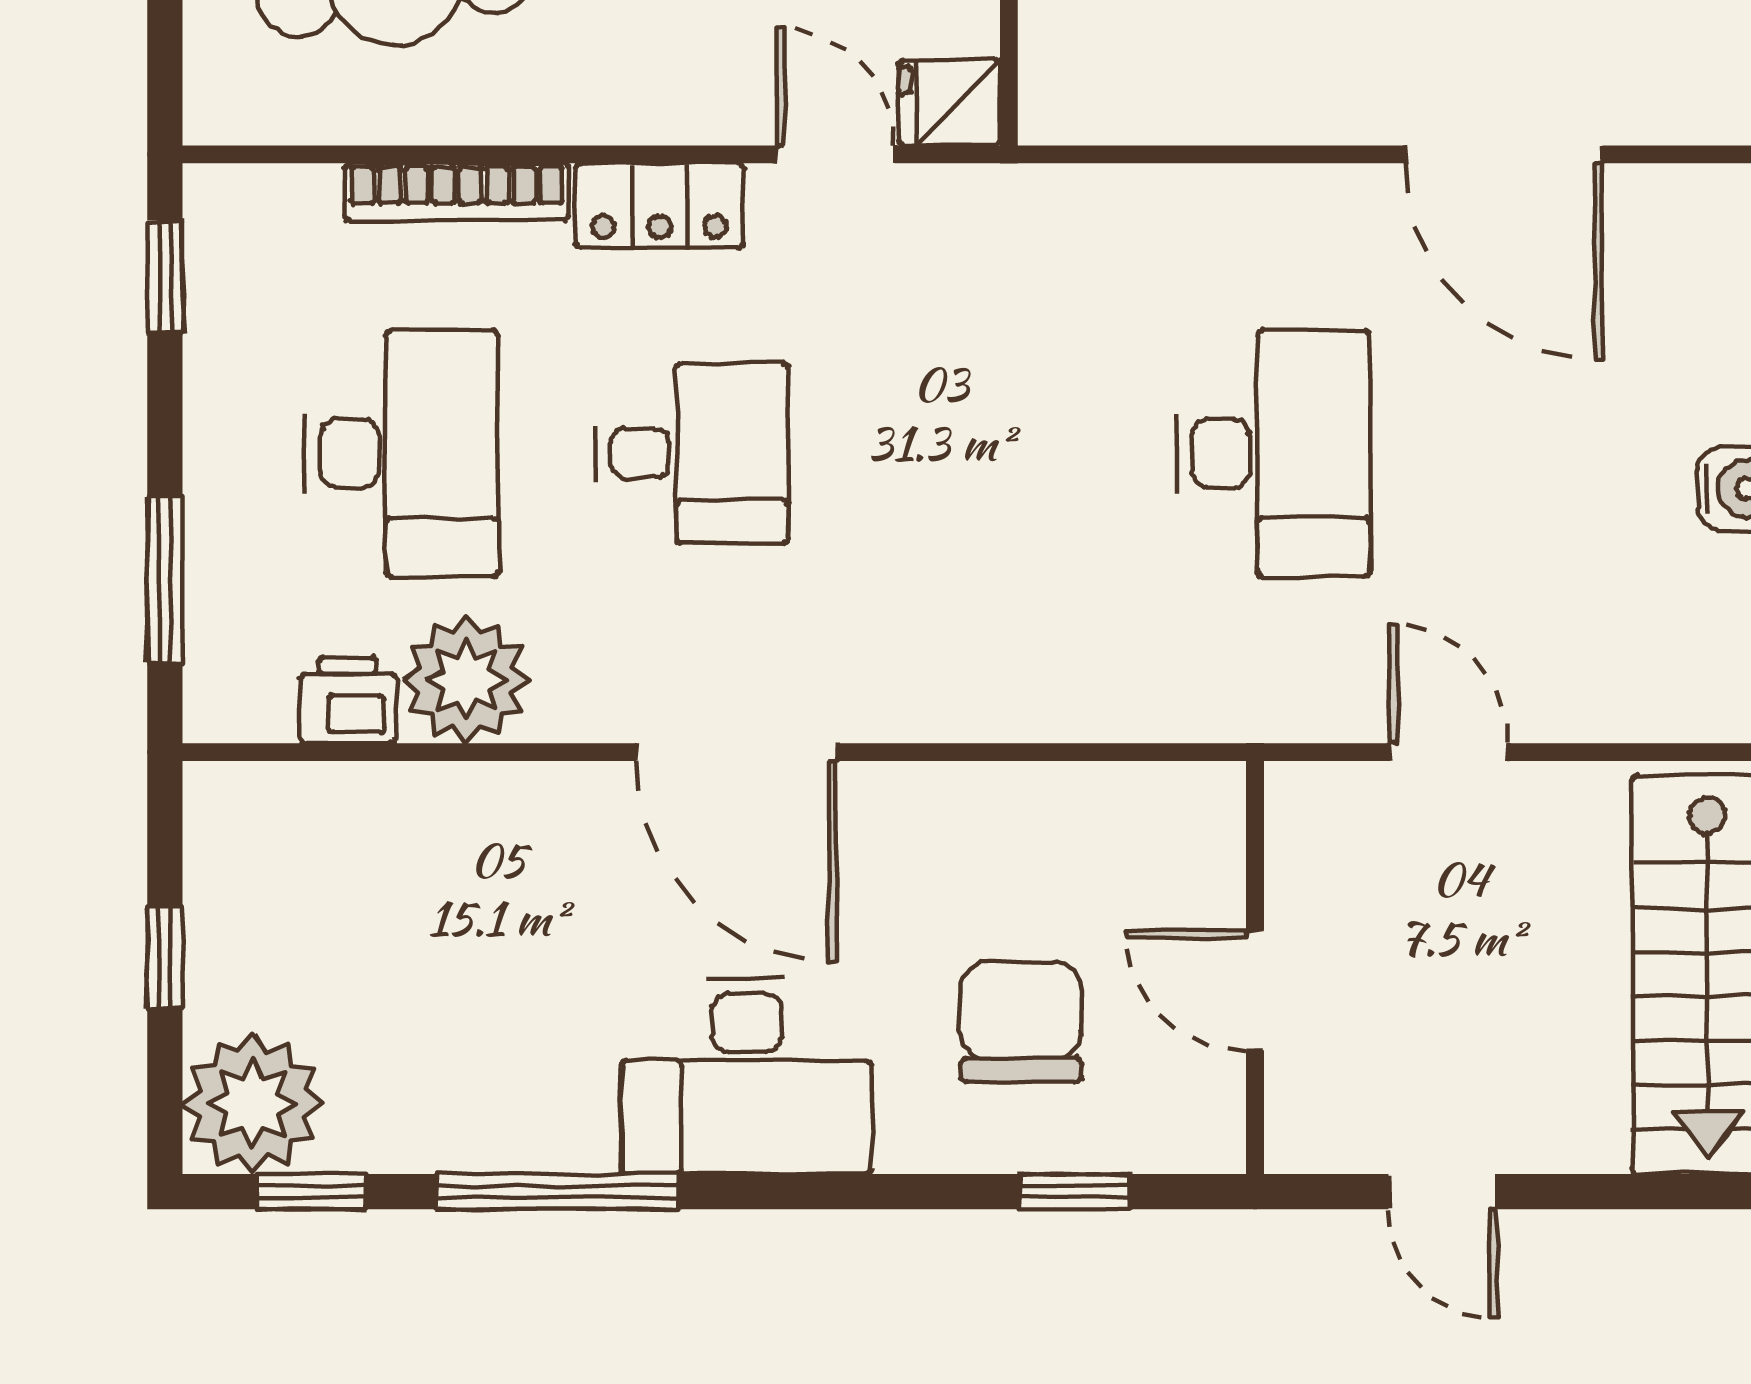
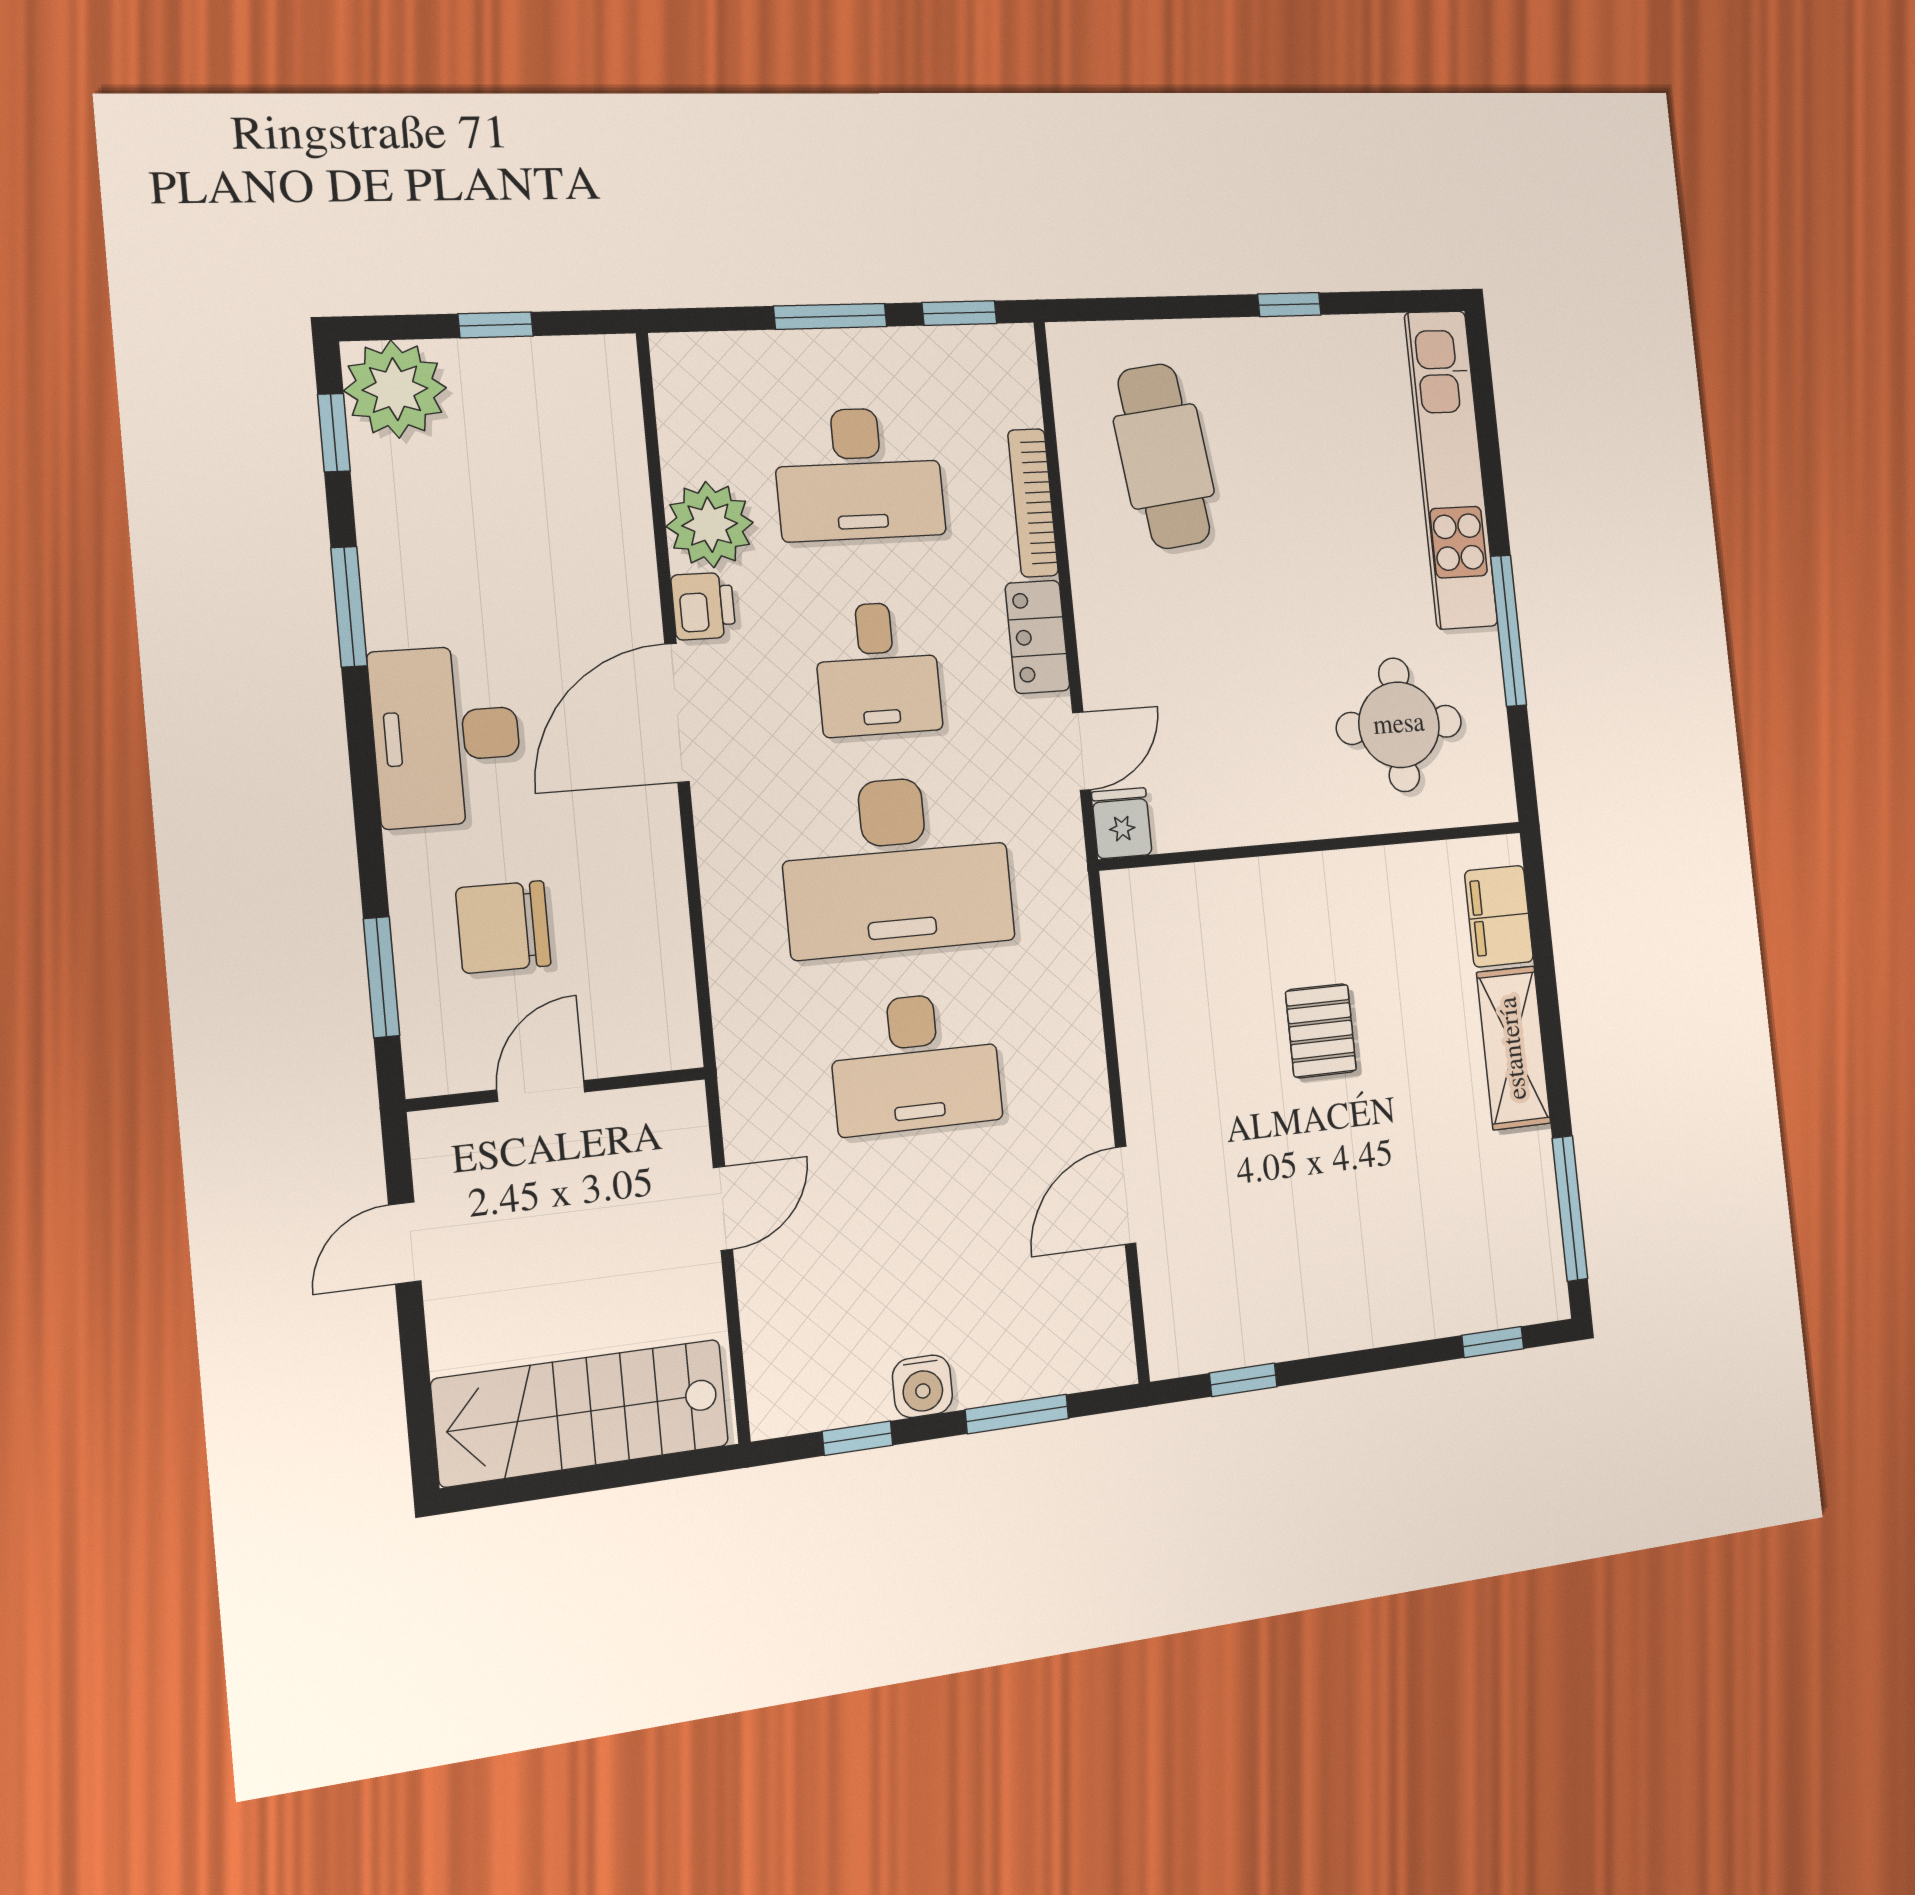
door: (1504, 154) -> (1126, 1195), width x0.73
desk: (982, 453) -> (896, 865), added
window: (165, 581) -> (830, 316), moved
printer: (348, 700) -> (703, 606), moved
chair: (1021, 1022) -> (503, 927), turned 180
window: (557, 1192) -> (349, 607), width x0.69
window: (1075, 1192) -> (381, 977), width x1.50

